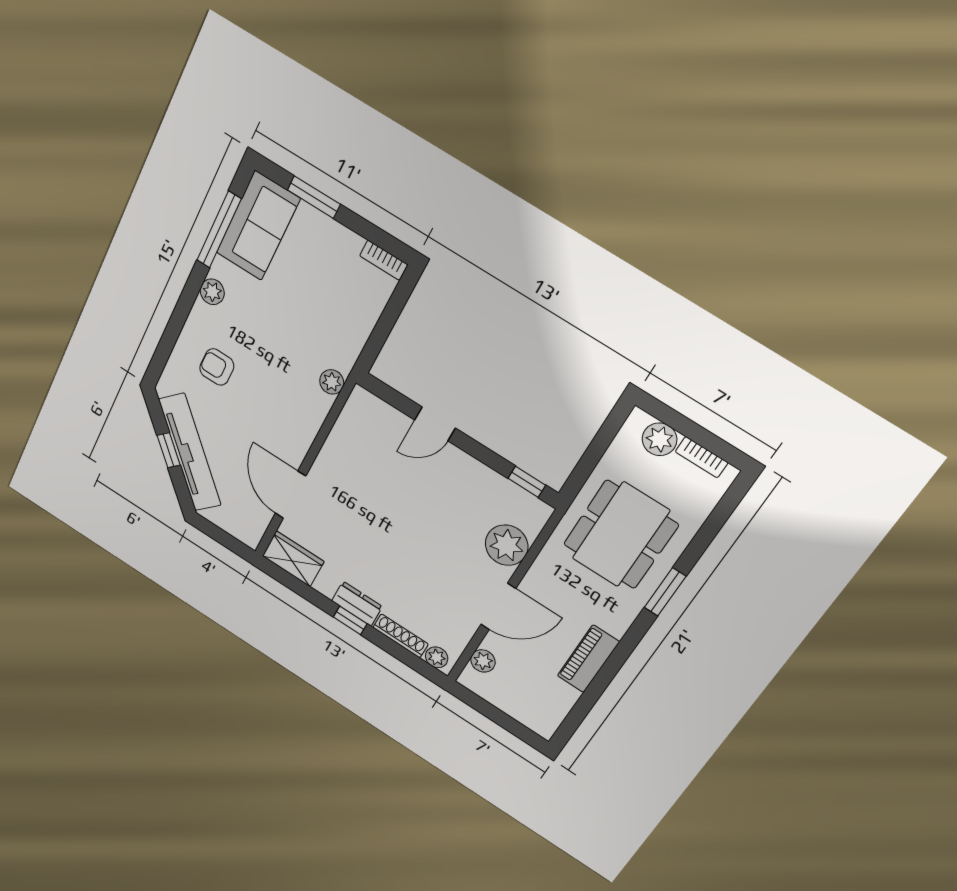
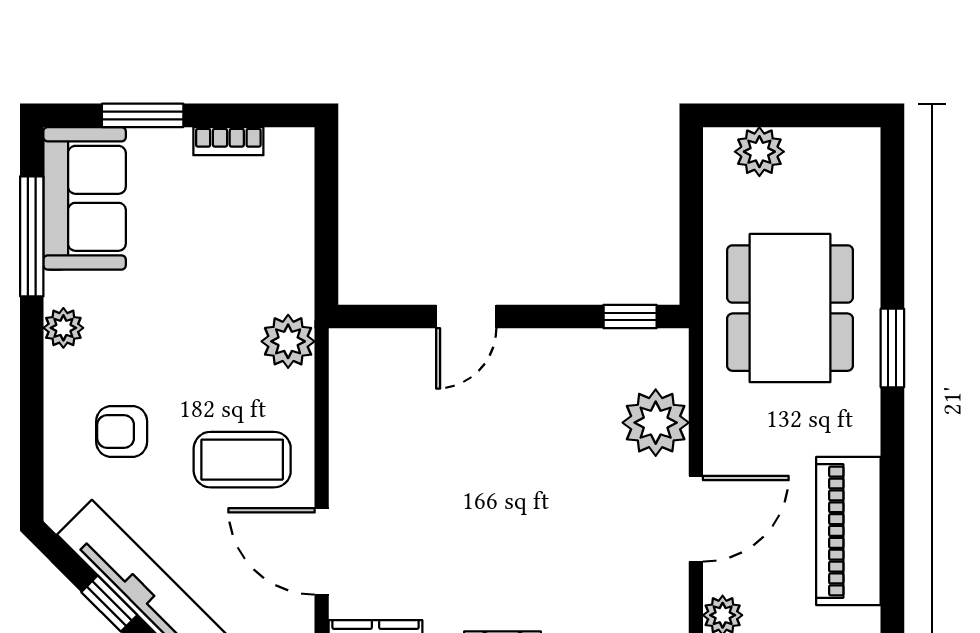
bookcase: (384, 260) -> (228, 141), moved
plant: (332, 382) -> (288, 341), width x1.38, depth x1.38
coffee table: (273, 422) -> (242, 460), added
bookcase: (702, 457) -> (823, 141), removed
piano: (588, 659) -> (848, 531), width x1.37, depth x1.33

